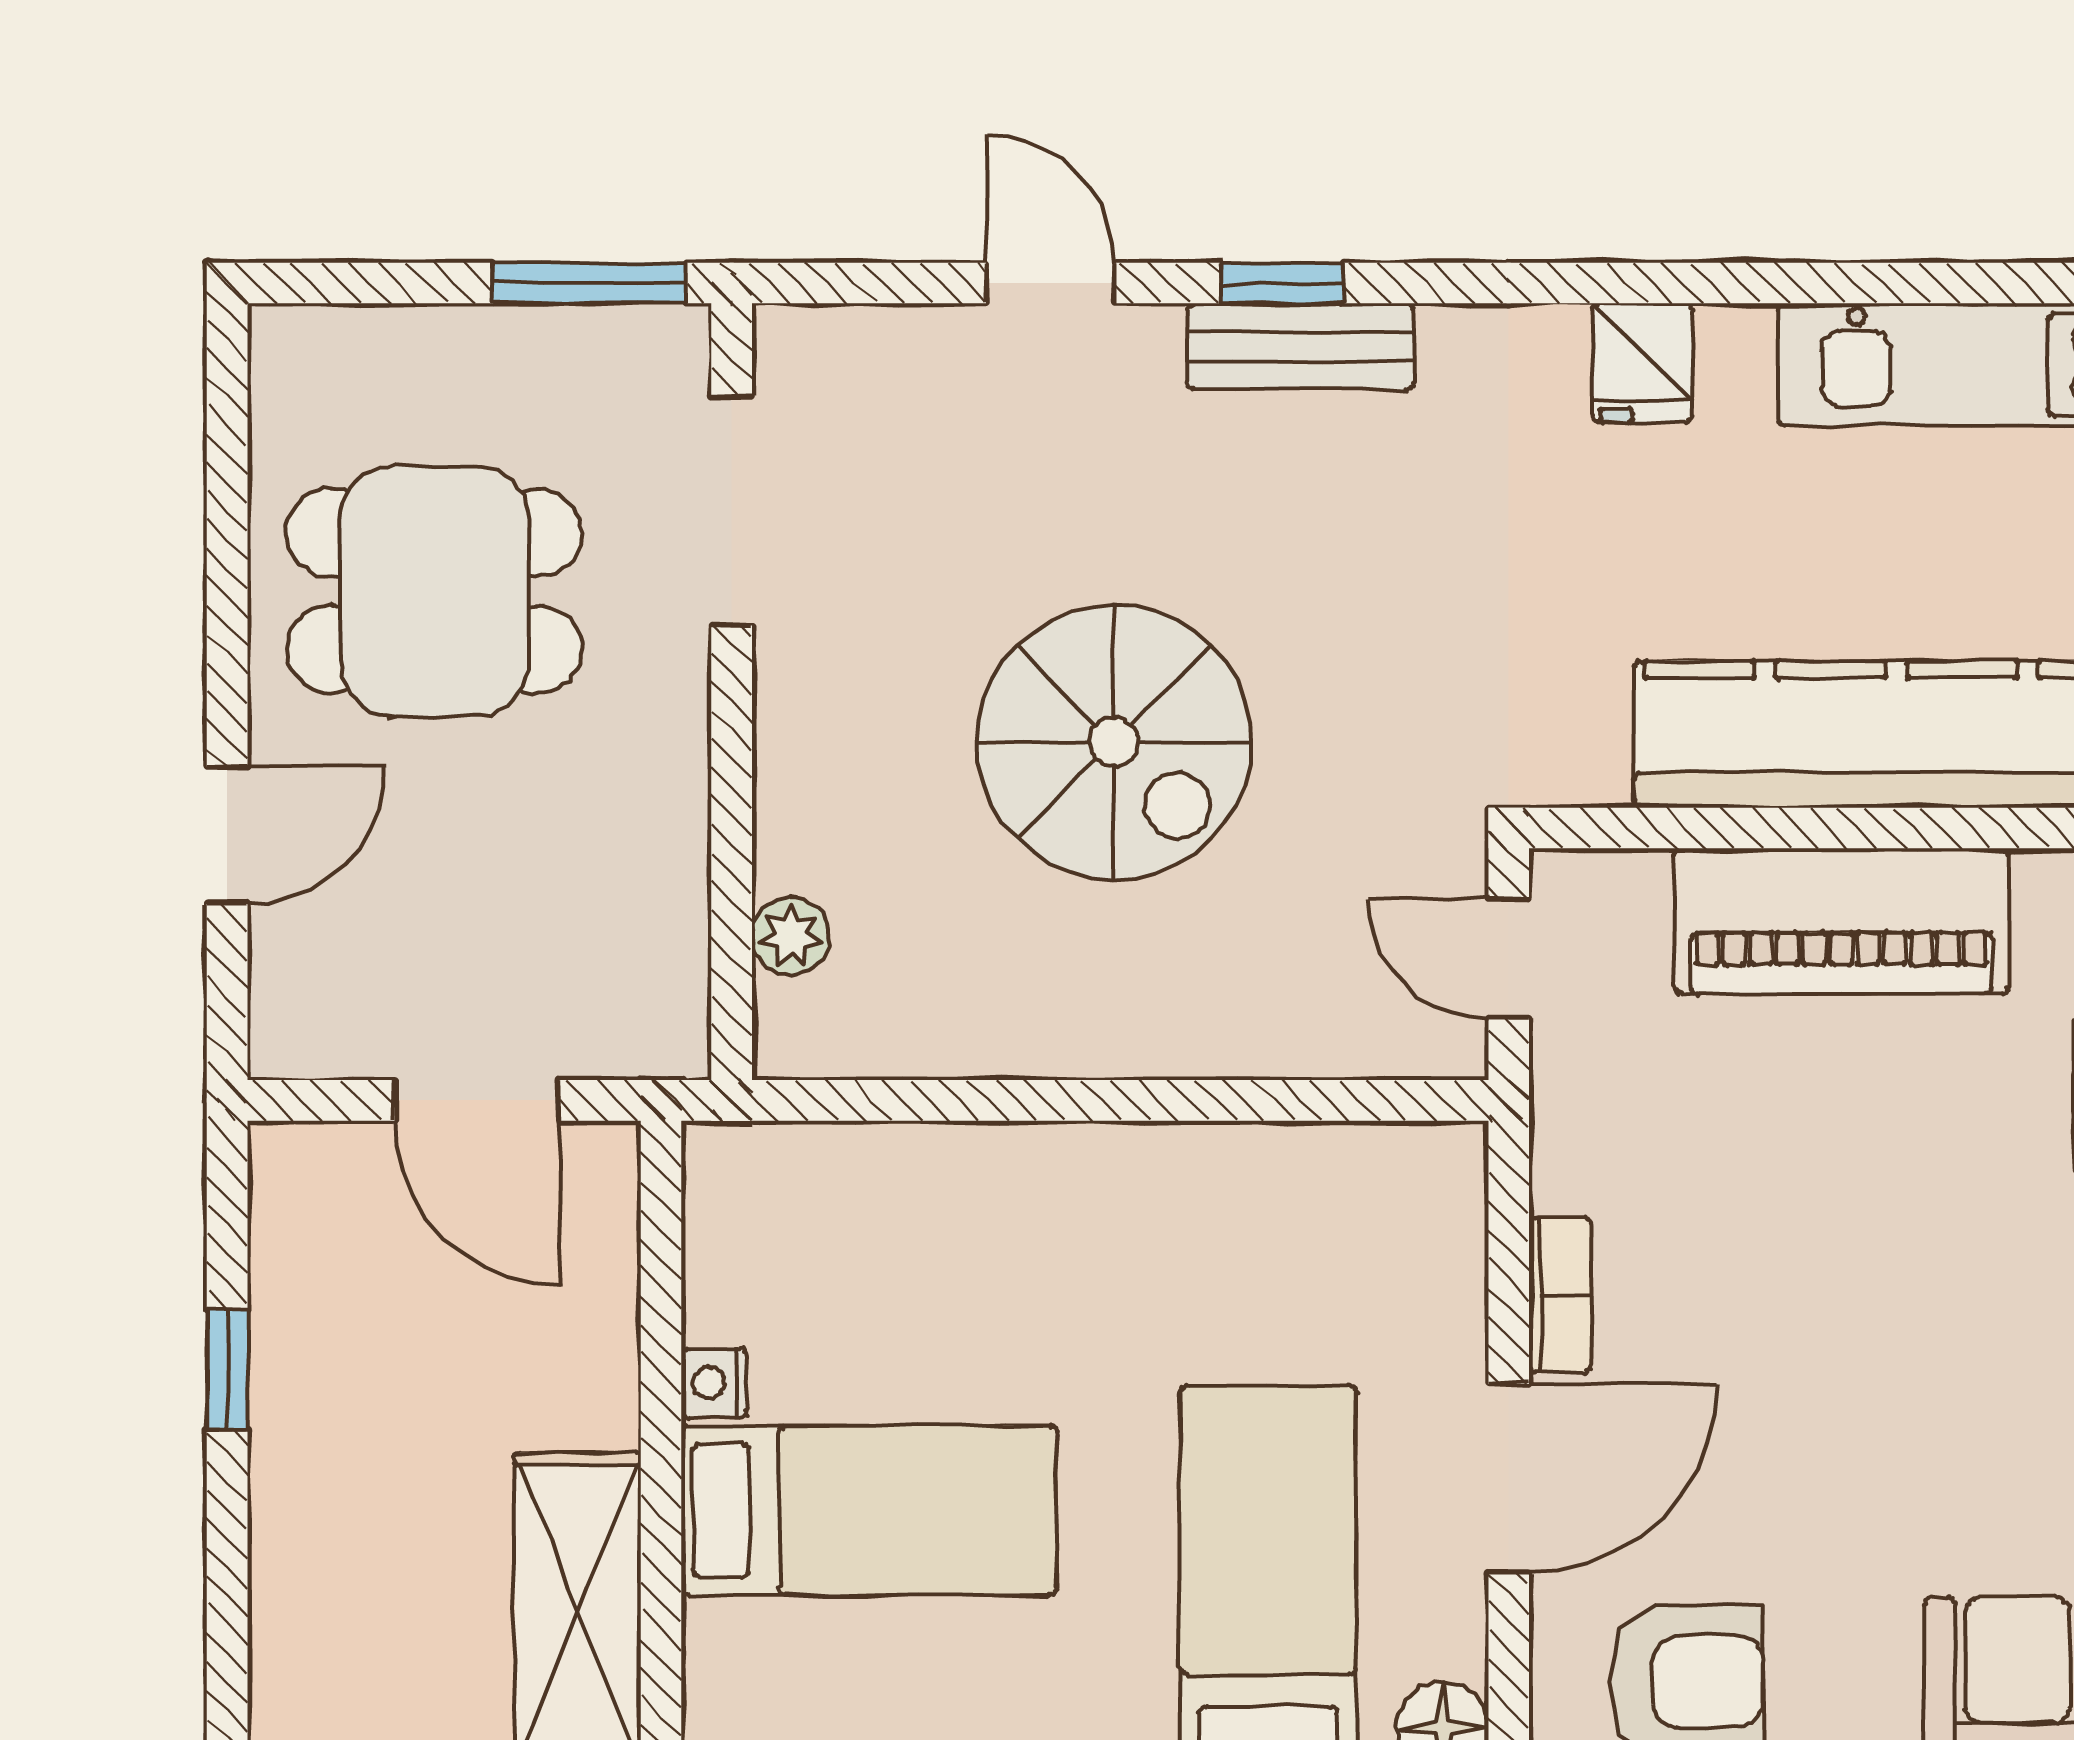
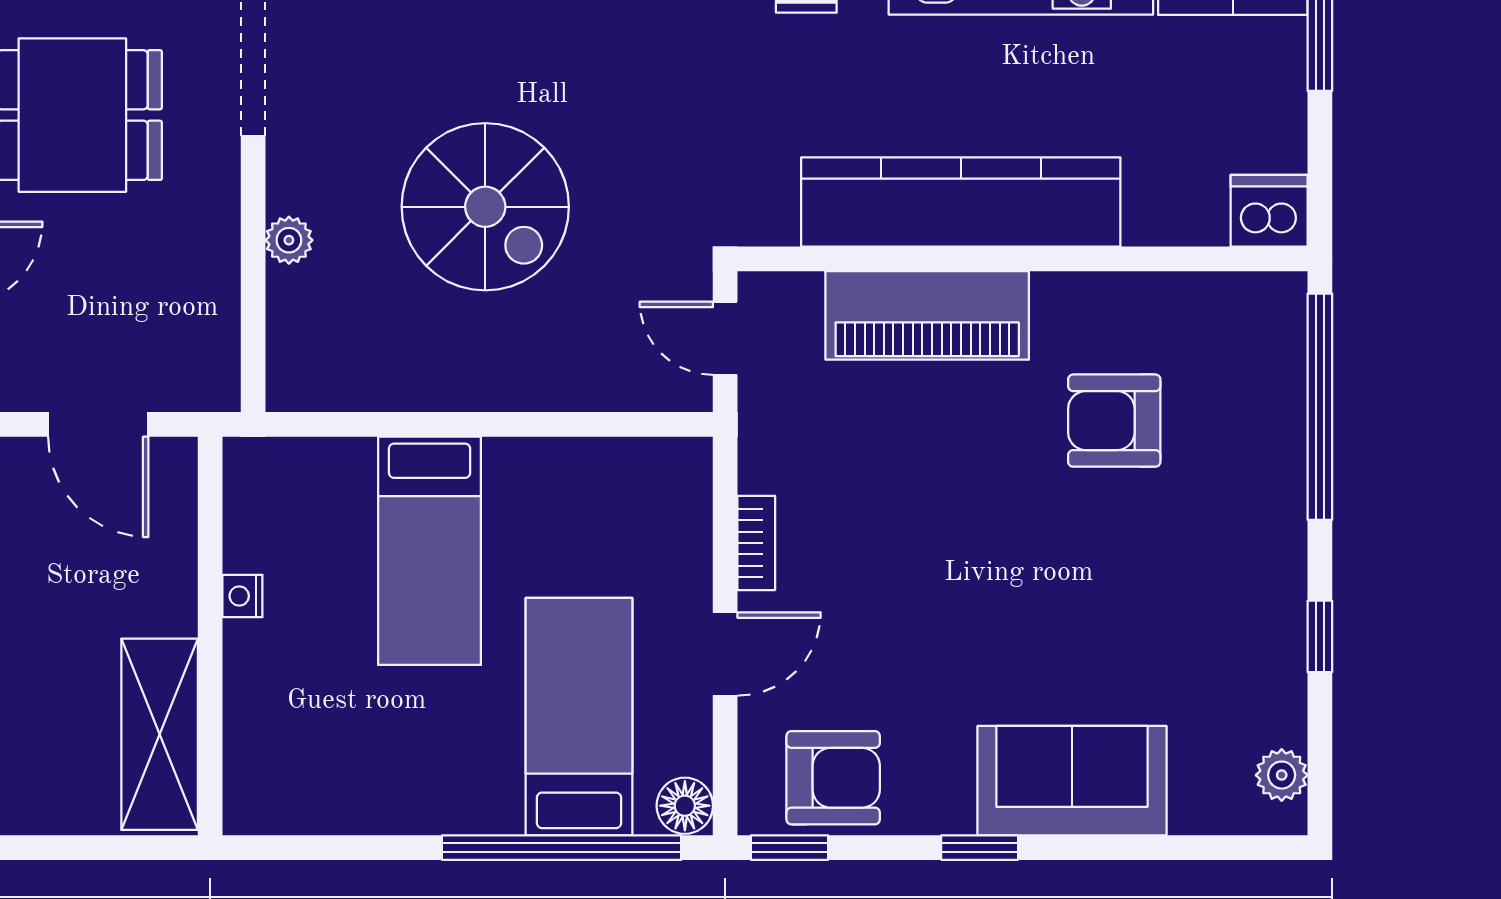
plant: (791, 936) -> (289, 240), moved
door: (1509, 1478) -> (725, 654), width x0.73
bed: (869, 1510) -> (430, 551), moved, turned 90

